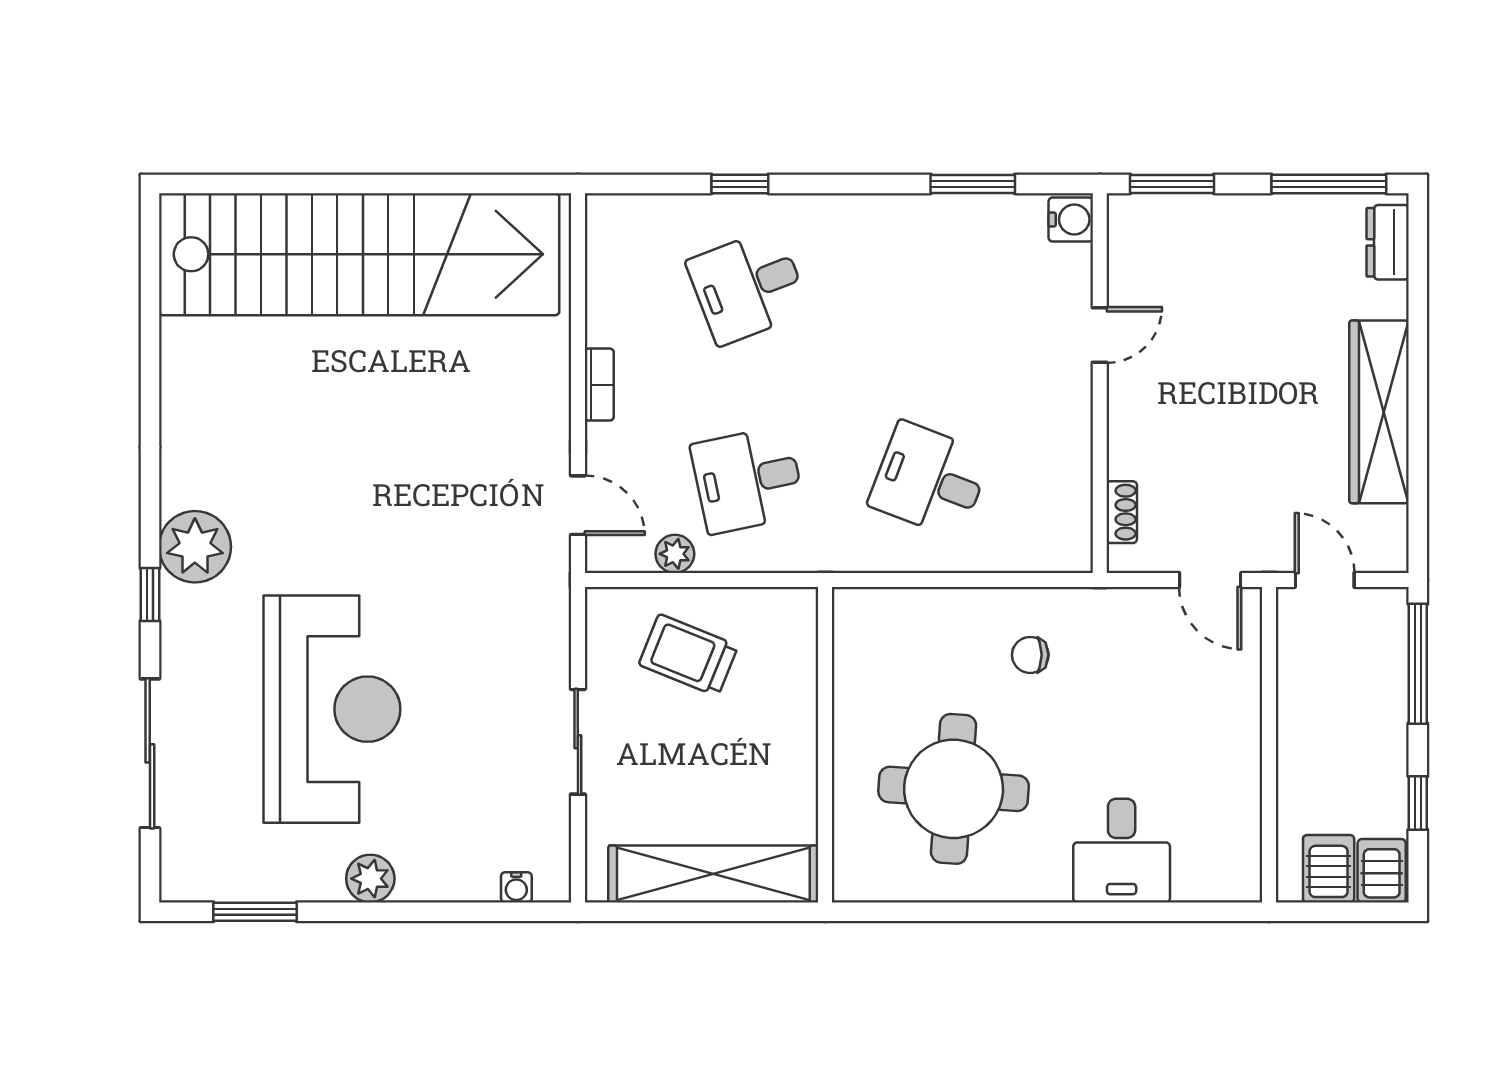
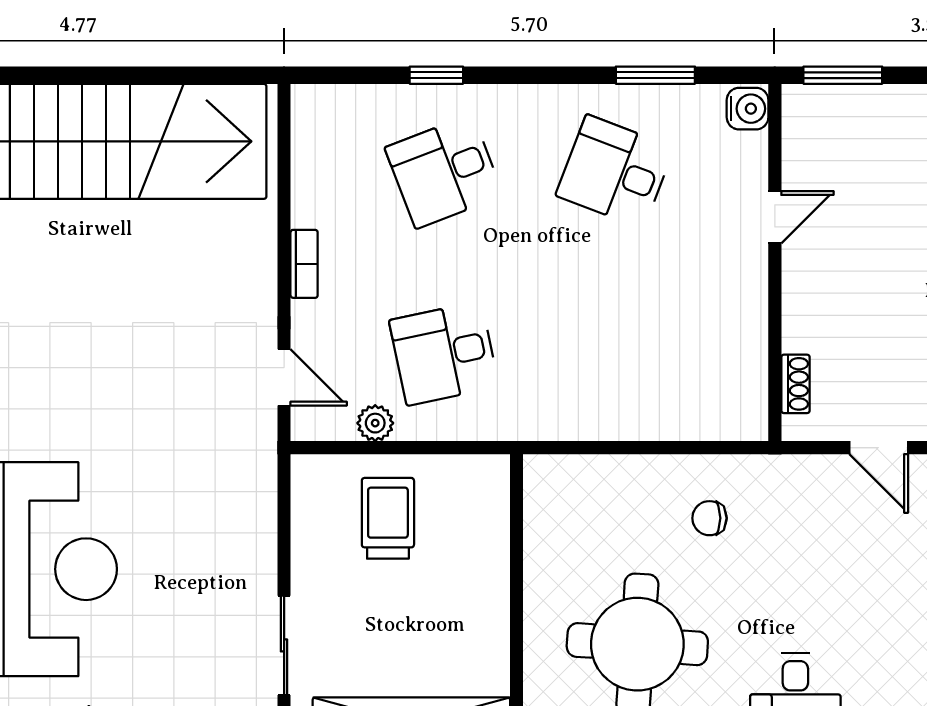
desk: (930, 480) -> (615, 172), moved
trolley: (688, 655) -> (388, 518), turned 68
sliding door: (578, 742) -> (284, 645), moved

